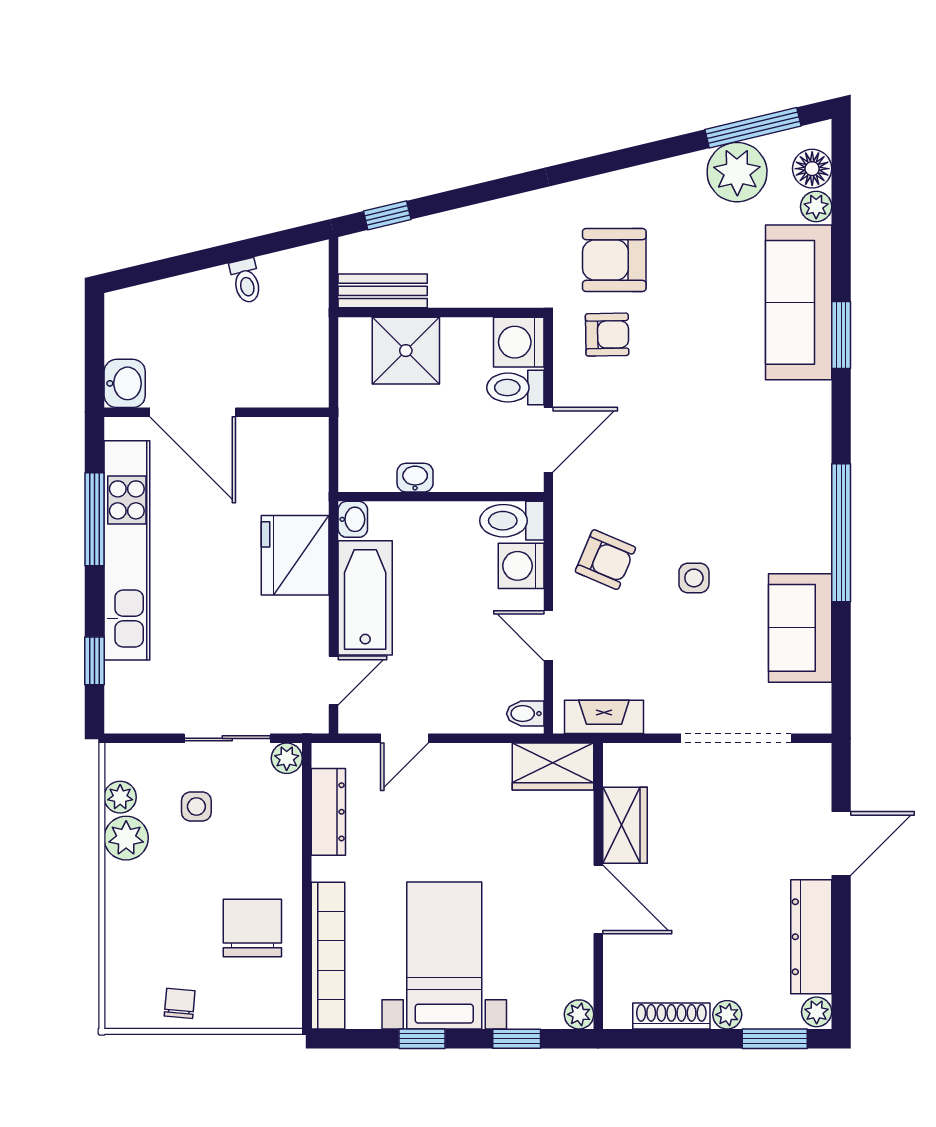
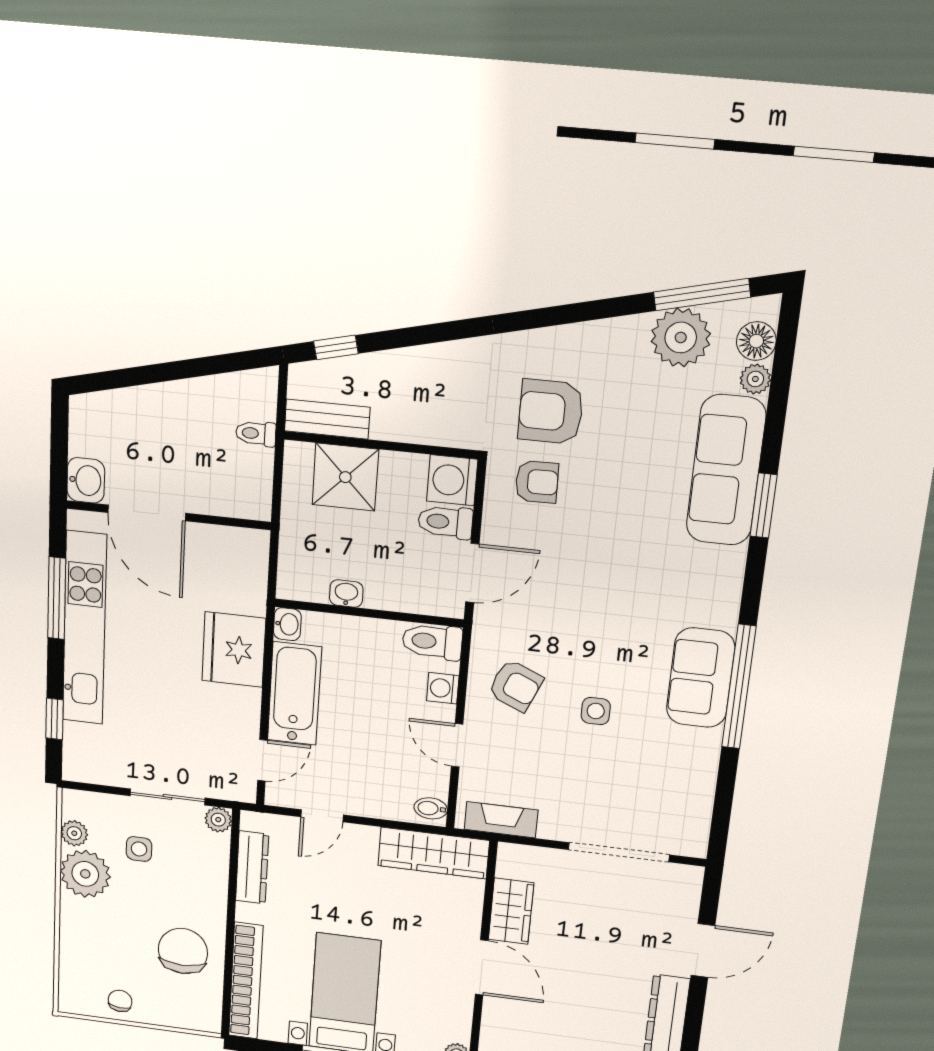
toilet: (246, 281) -> (256, 433), moved, turned 103
washing machine: (521, 566) -> (443, 688), width x0.73, depth x0.73
sofa: (800, 628) -> (701, 678), moved
wardrobe: (553, 766) -> (434, 853), width x1.50
plant: (126, 838) -> (85, 874), width x1.36, depth x1.36

